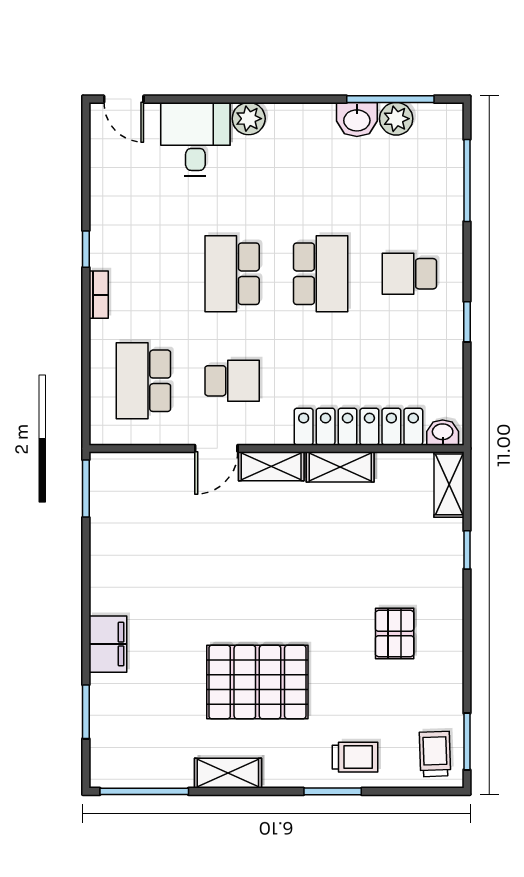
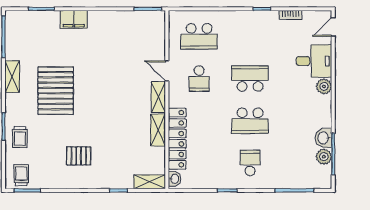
bookcase: (99, 295) -> (290, 15), moved
school desk: (143, 381) -> (199, 36), turned 180
trolley: (435, 754) -> (21, 175), turned -88

